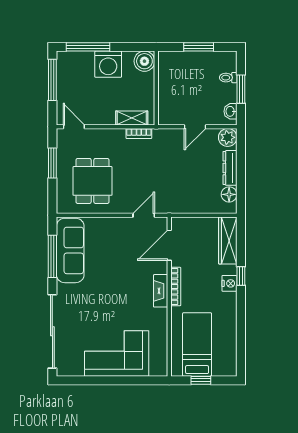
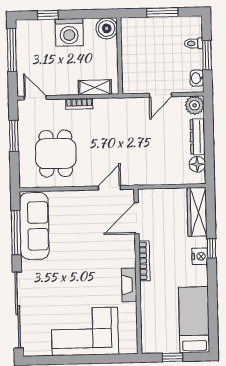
window: (88, 47) -> (48, 15), width x0.46
bookcase: (139, 133) -> (79, 104), moved
fireplace: (161, 291) -> (129, 285), moved
bed: (197, 344) -> (194, 320), moved

